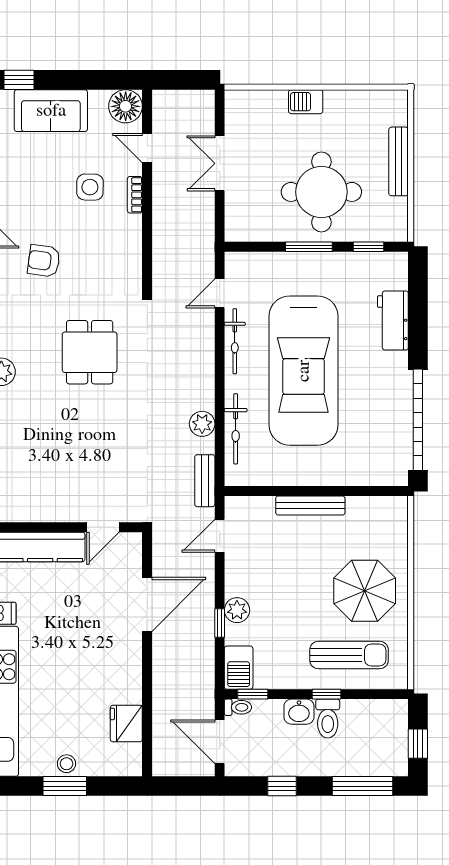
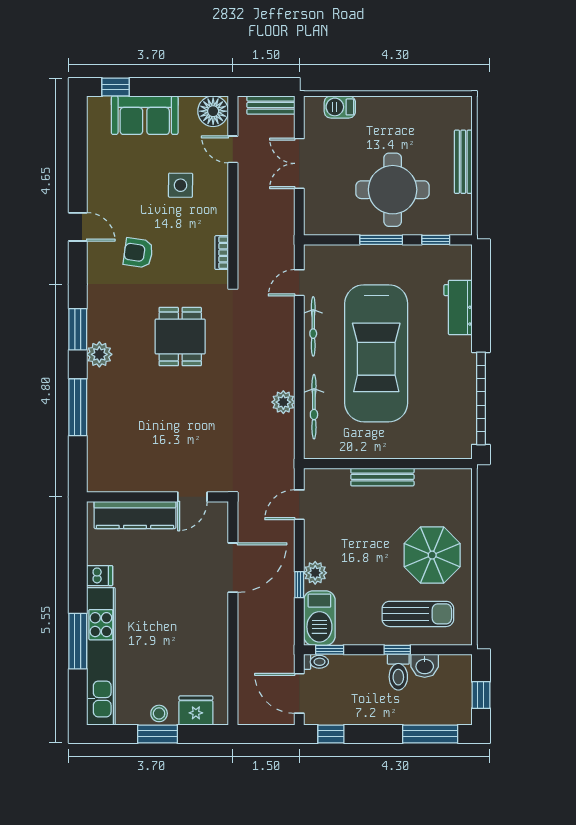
barbecue: (306, 102) -> (340, 107), moved
bookcase: (135, 195) -> (222, 253), moved
bench: (205, 481) -> (271, 105), moved, turned 90
barbecue: (239, 668) -> (319, 618), width x1.37, depth x1.21
washbasin: (299, 712) -> (425, 666), moved
fridge: (126, 724) -> (196, 711), moved, turned 90
window: (282, 786) -> (331, 734), moved

